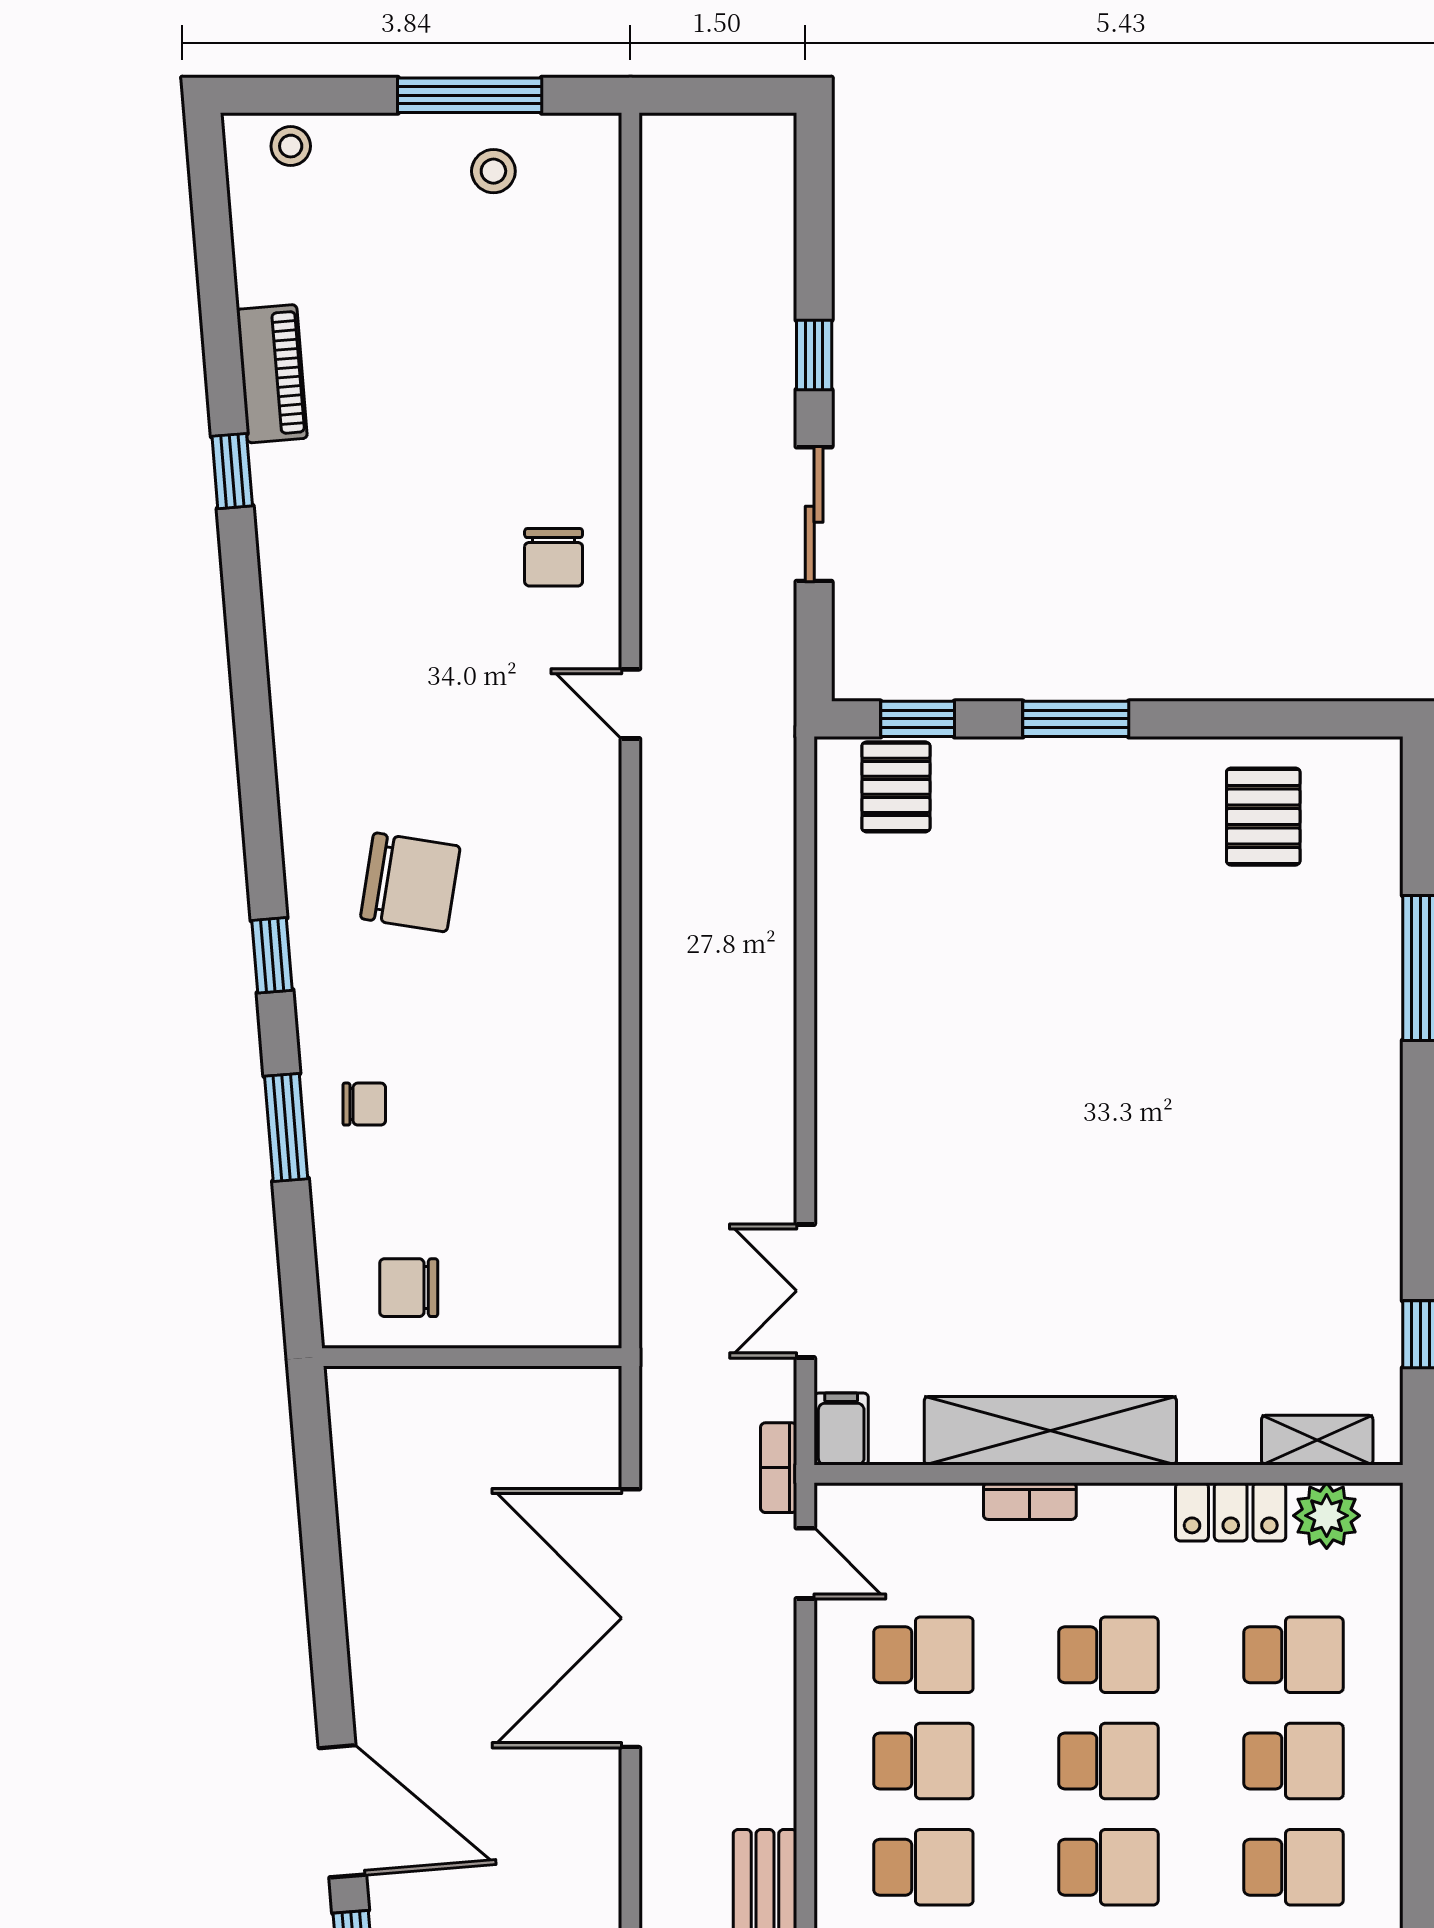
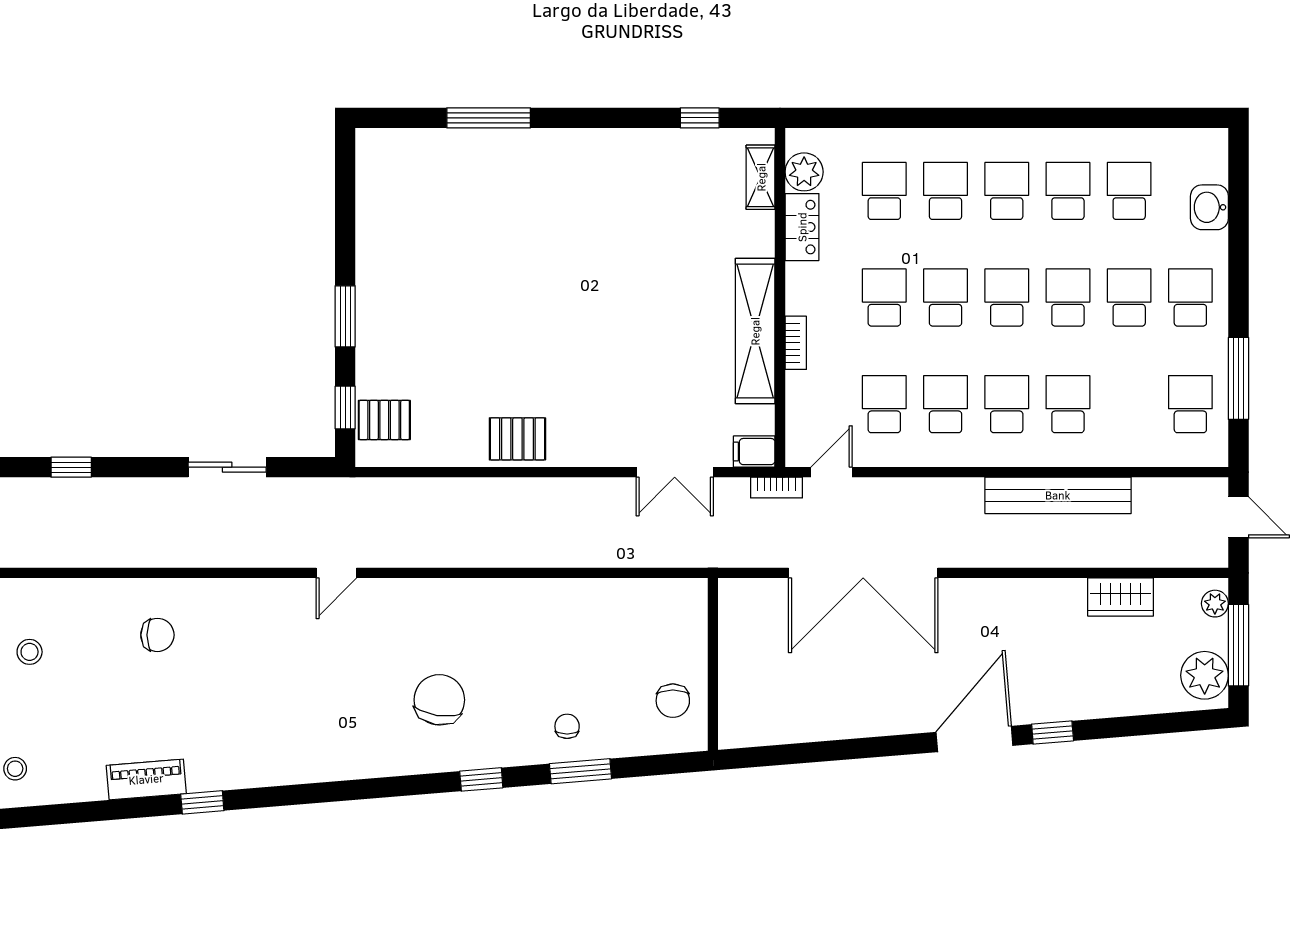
window: (814, 355) -> (71, 467), moved
chair: (554, 557) -> (157, 635), moved
pallet: (1263, 817) -> (517, 439), moved

